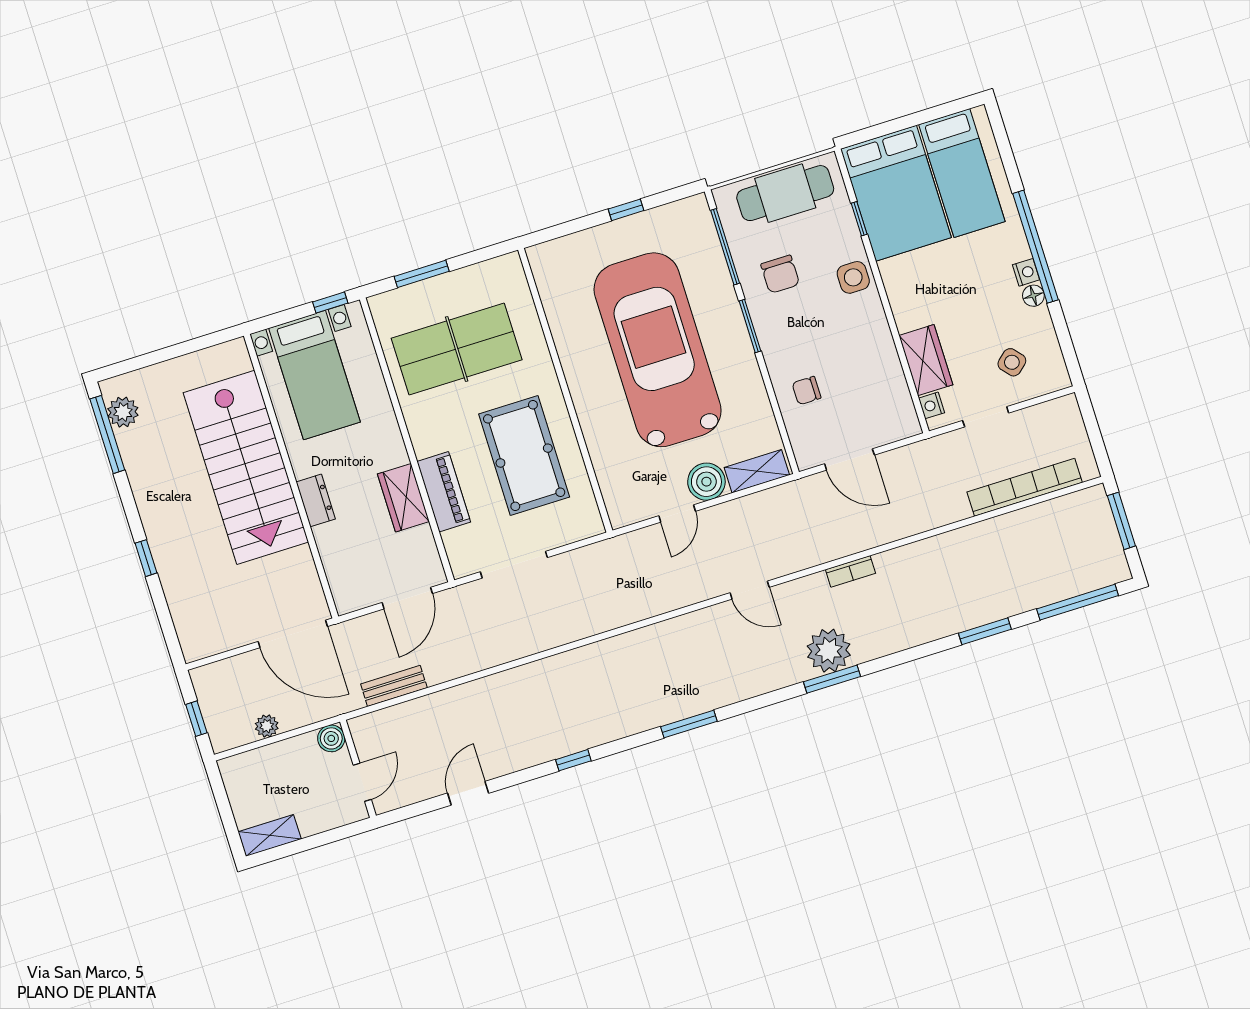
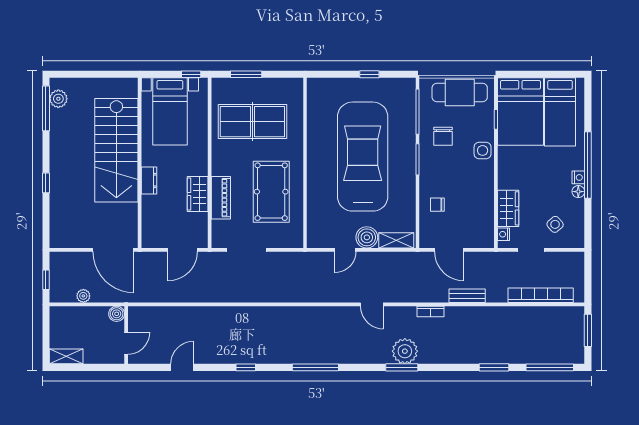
bench: (394, 686) -> (467, 296), moved
window: (689, 724) -> (315, 367), width x1.44

